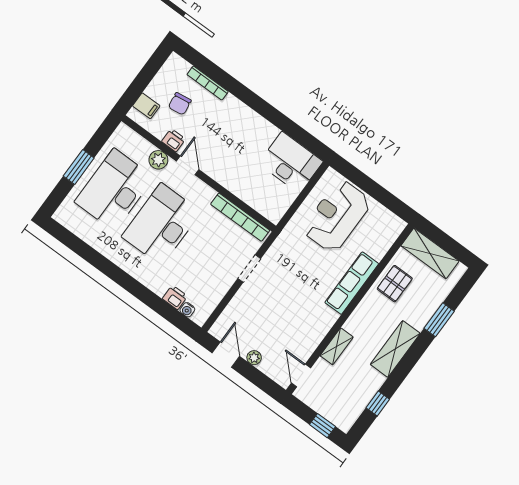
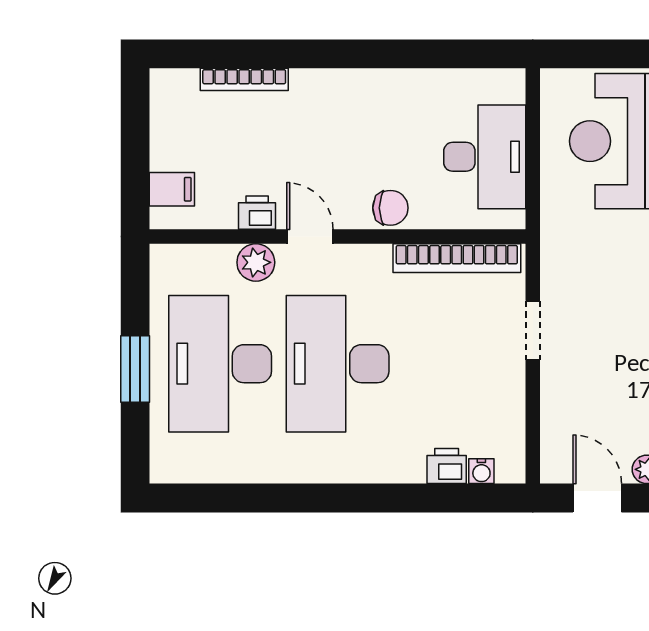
chair: (180, 104) -> (390, 208), moved, turned -82
desk: (291, 162) -> (485, 157), moved, turned 90

